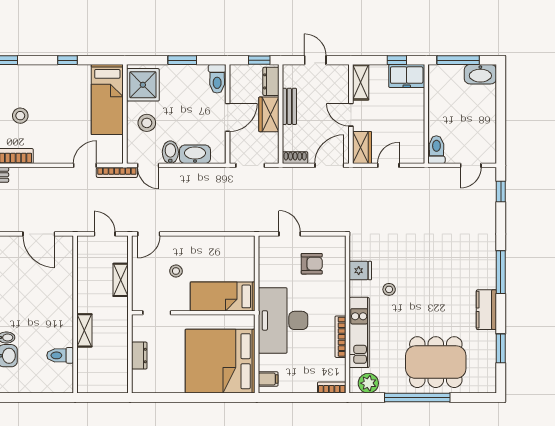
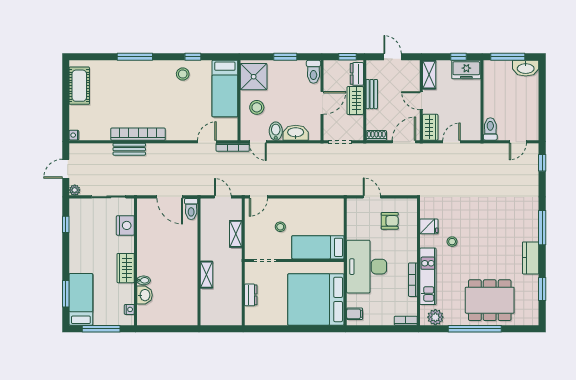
stool: (20, 116) -> (183, 74), moved
toilet: (60, 355) -> (191, 209), moved, turned -90

